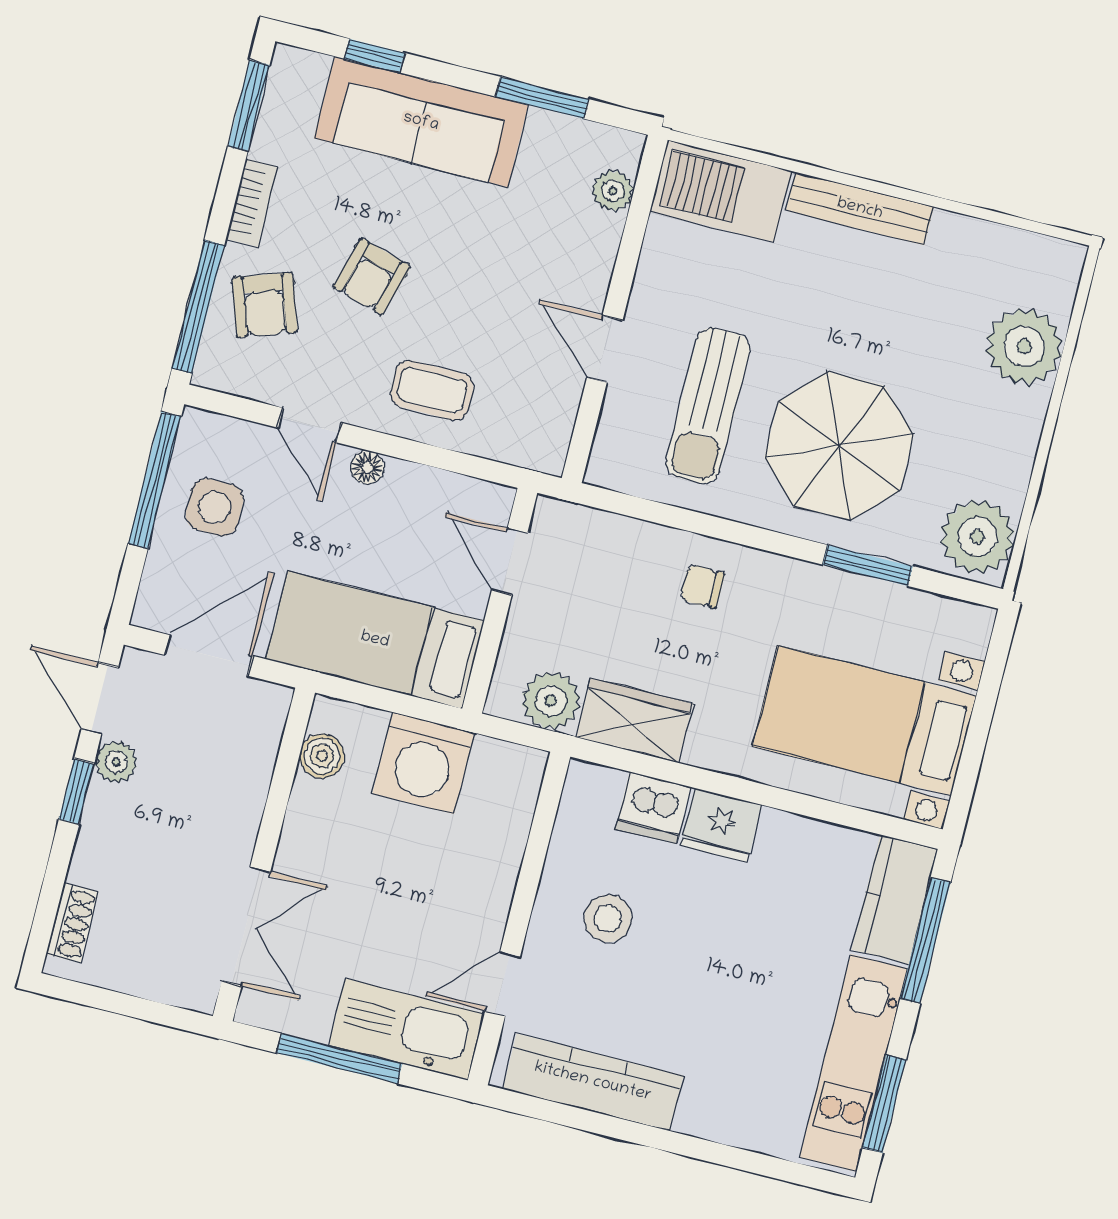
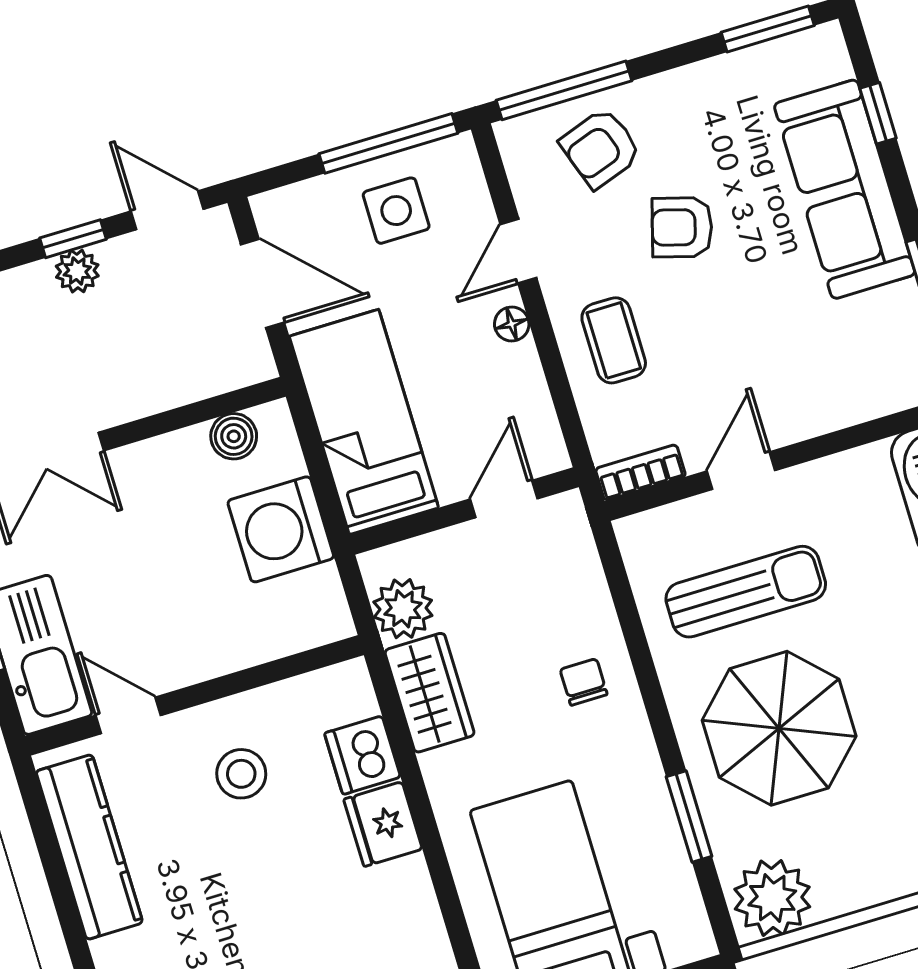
plant: (613, 191) -> (885, 394), removed
bookcase: (252, 203) -> (640, 472), moved, turned 180
sun lounger: (708, 406) -> (746, 592), turned 180
door: (100, 698) -> (167, 210), hinge flipped
plant: (116, 762) -> (77, 271), moved

